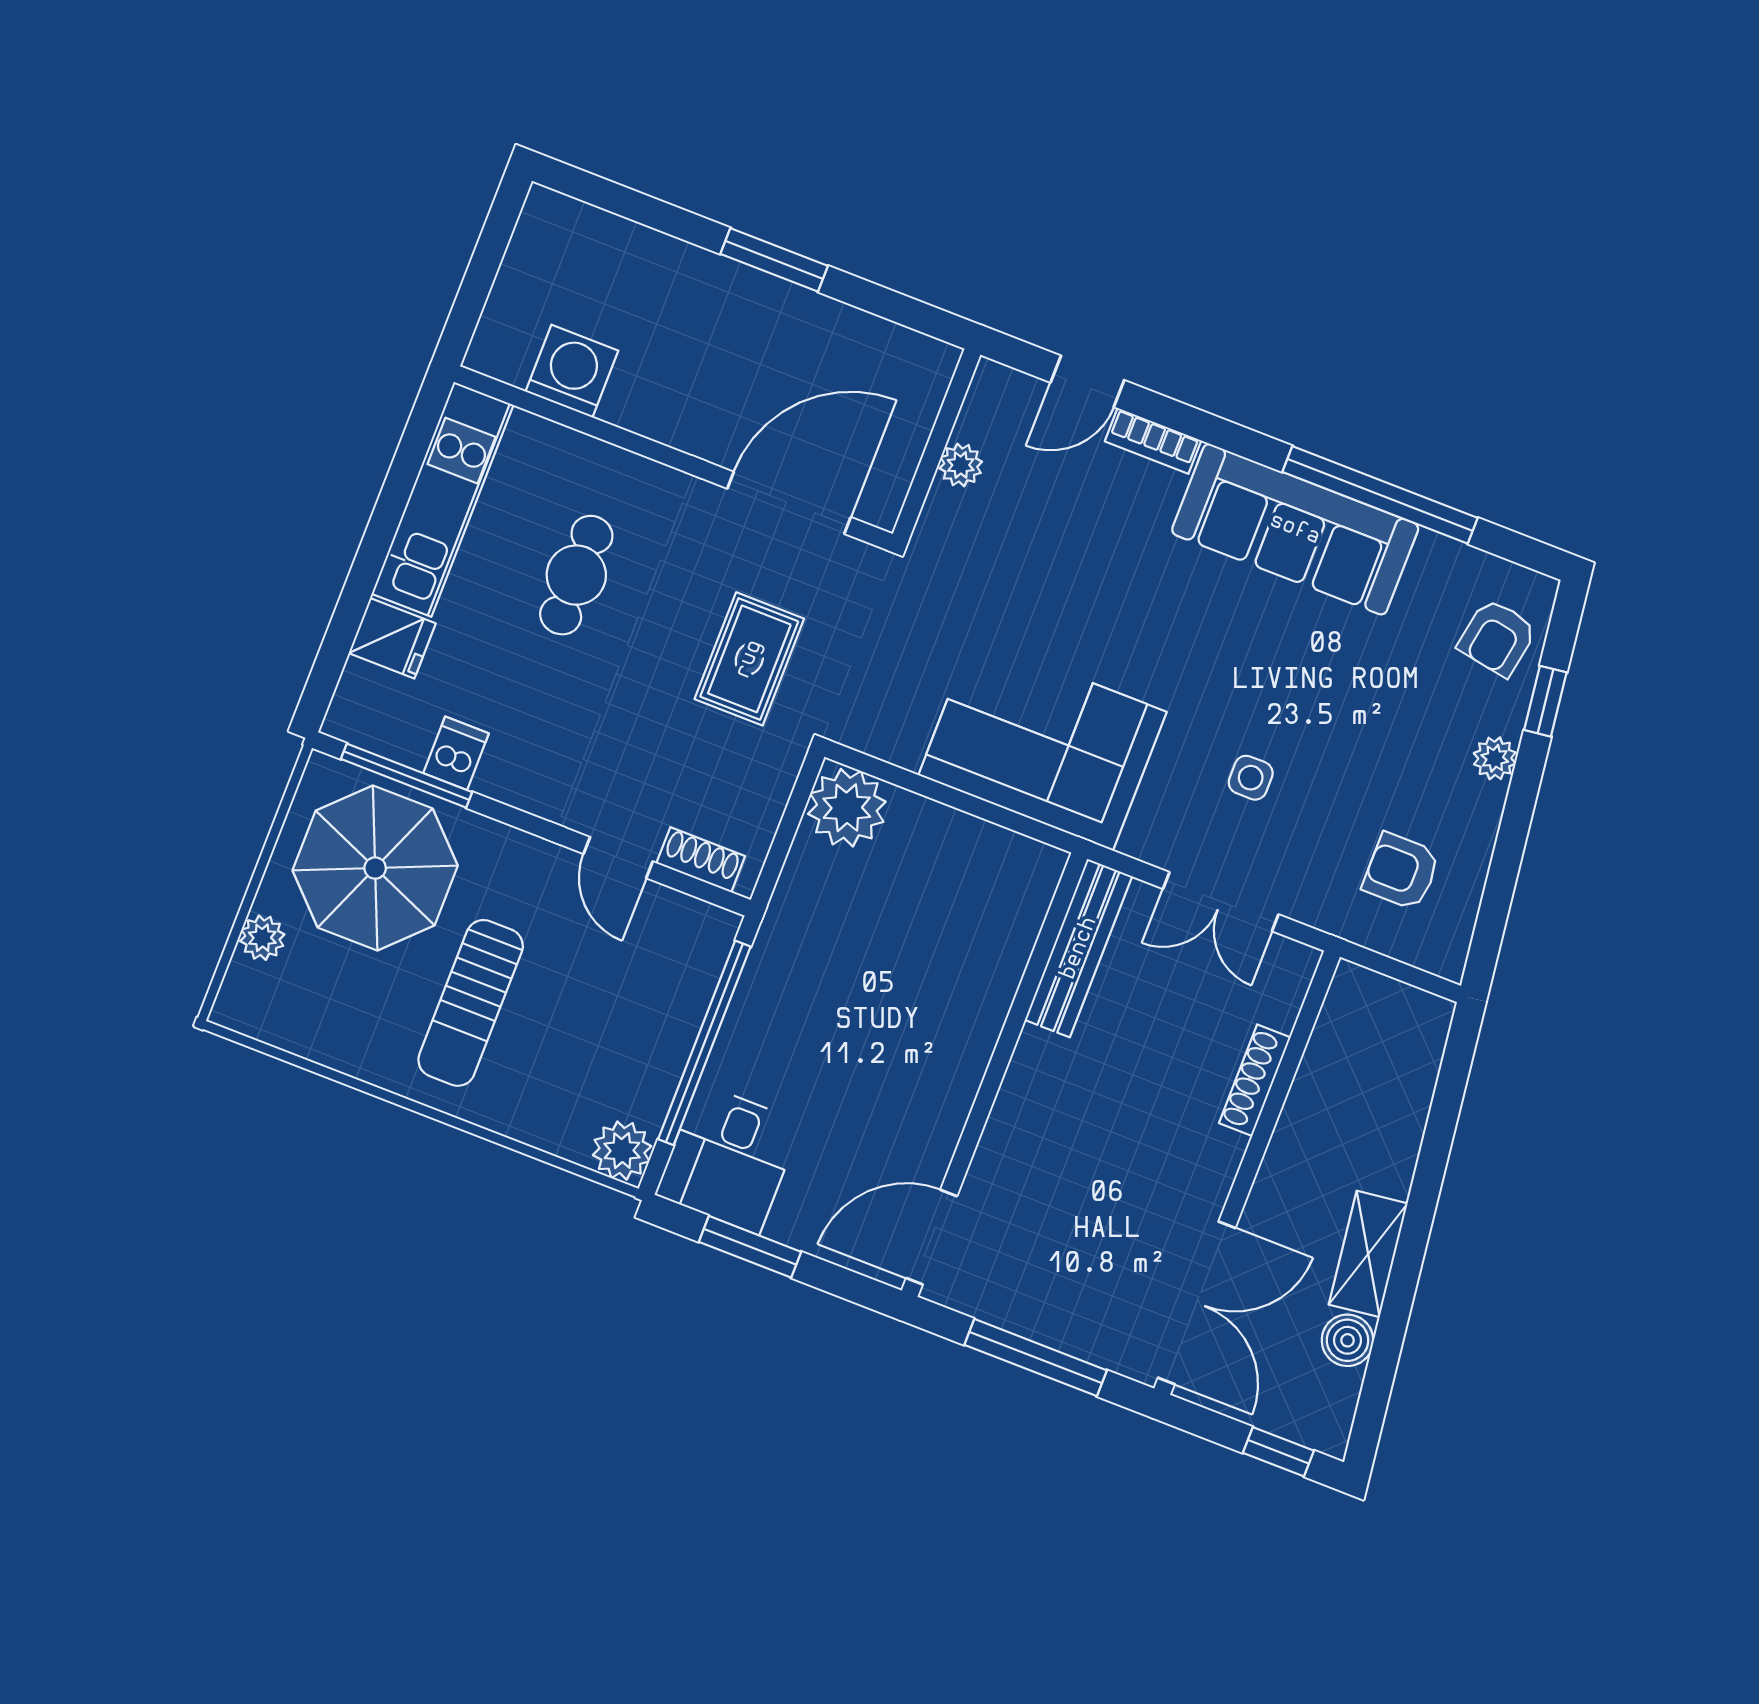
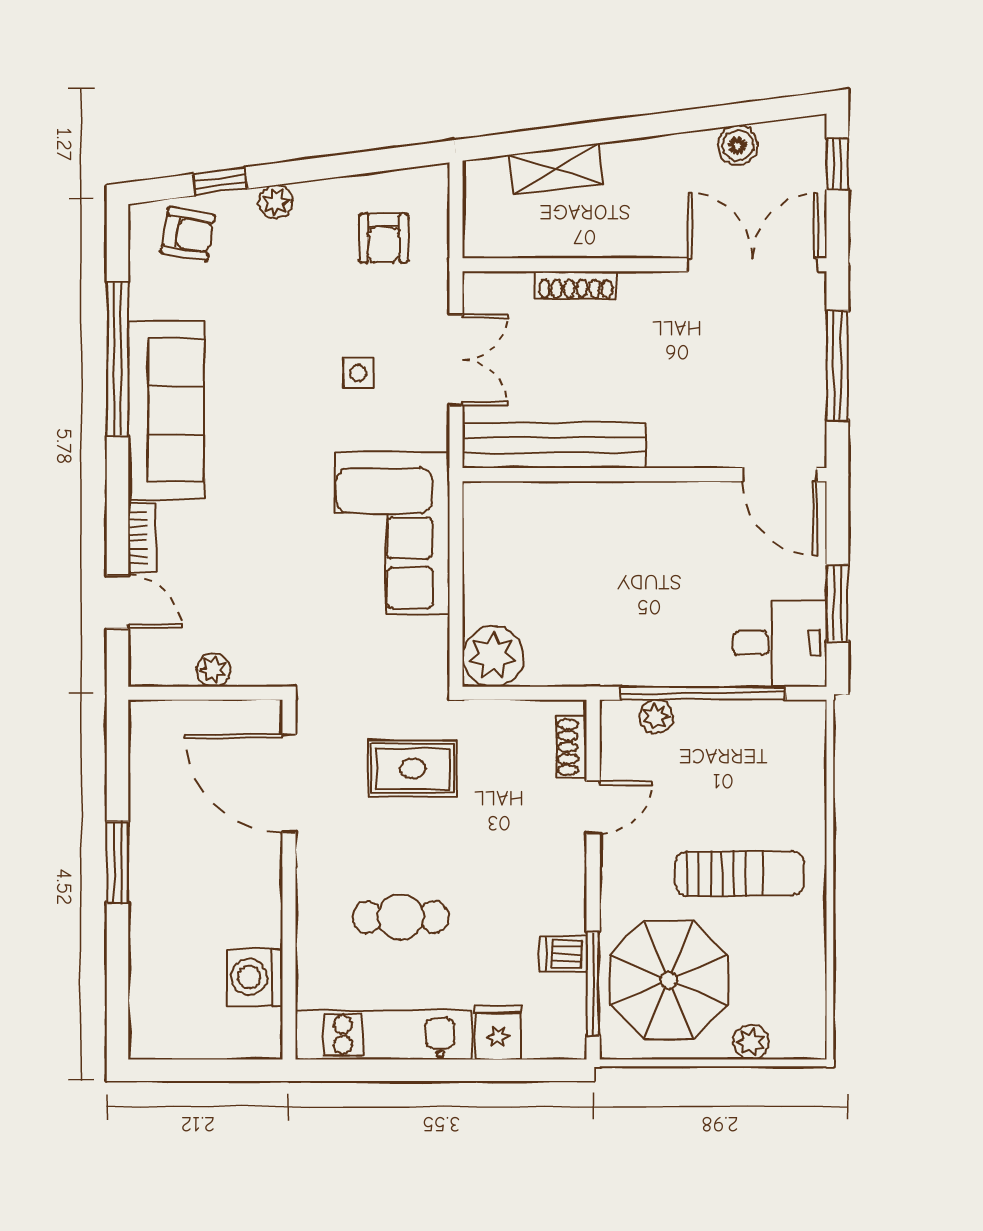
bench: (1079, 948) -> (554, 445), width x1.37, depth x1.21
plant: (622, 1151) -> (656, 716), moved, width x0.73, depth x0.73
shelving: (1368, 1254) -> (556, 169), moved

